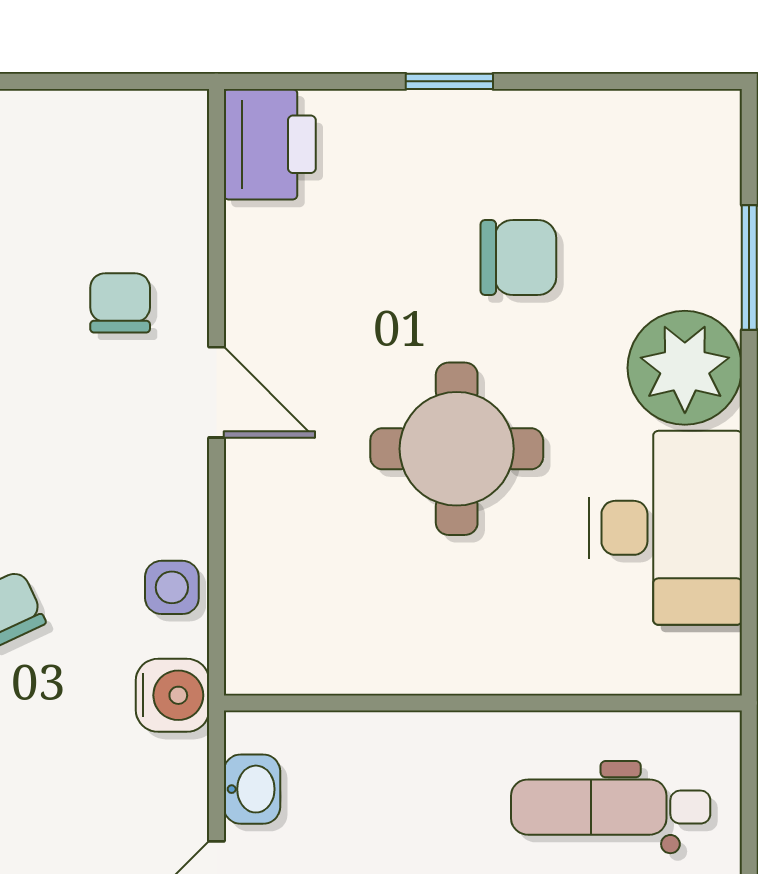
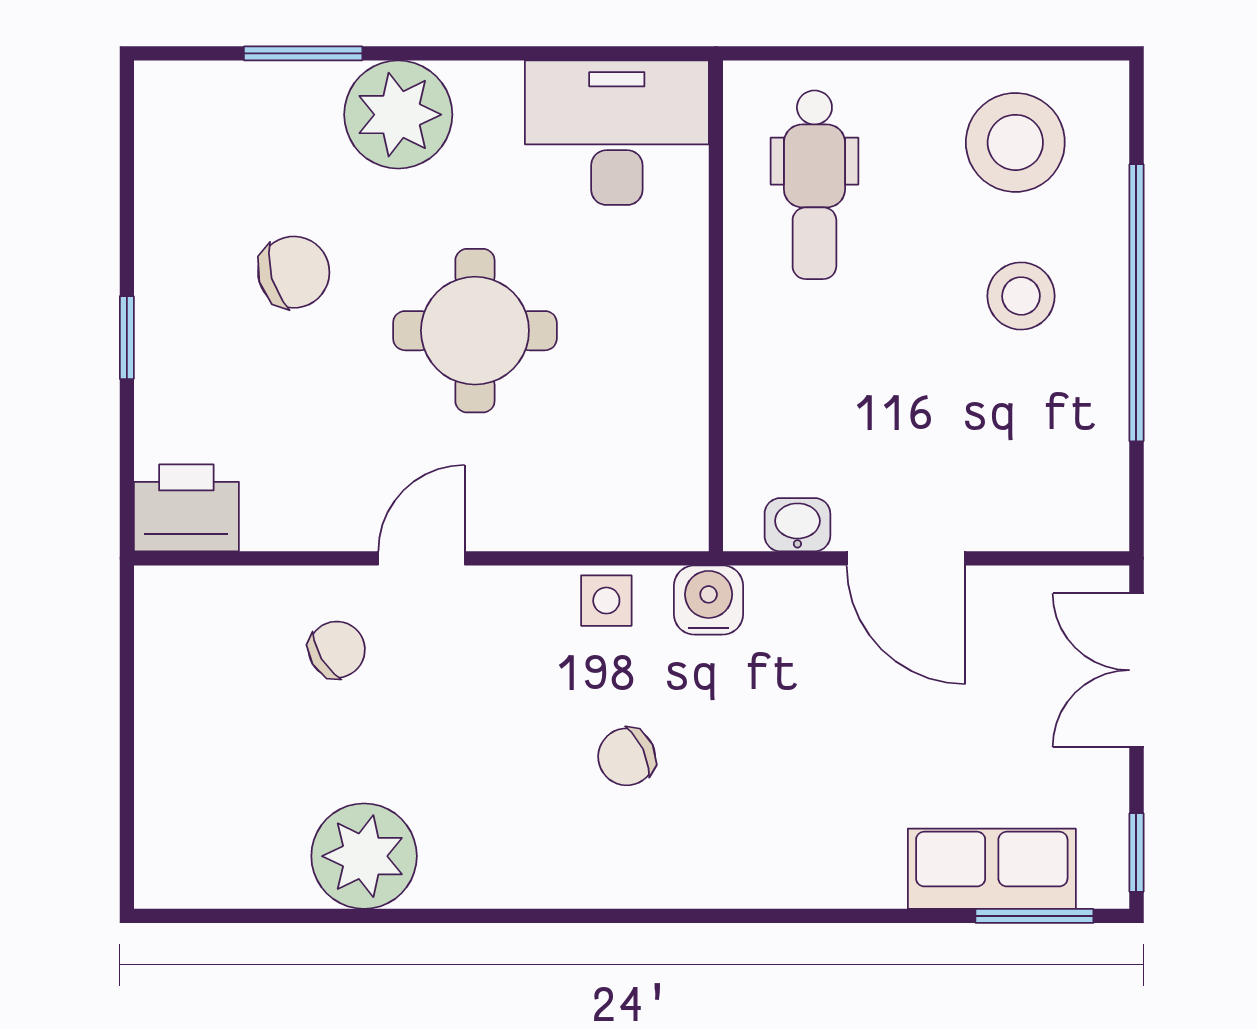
chair: (518, 258) -> (294, 272), turned 74
chair: (120, 303) -> (337, 650), turned 149
desk: (666, 528) -> (617, 133), moved

